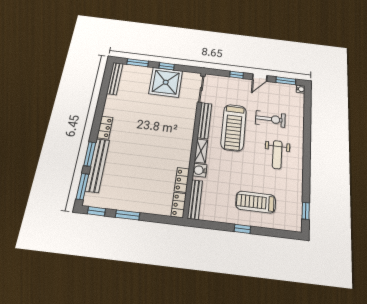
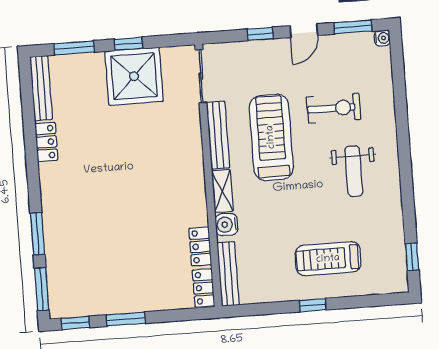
treadmill: (234, 127) -> (271, 137), turned 180
locker: (105, 128) -> (46, 142), moved
bench: (97, 165) -> (56, 250), removed

